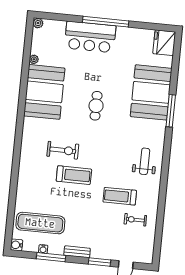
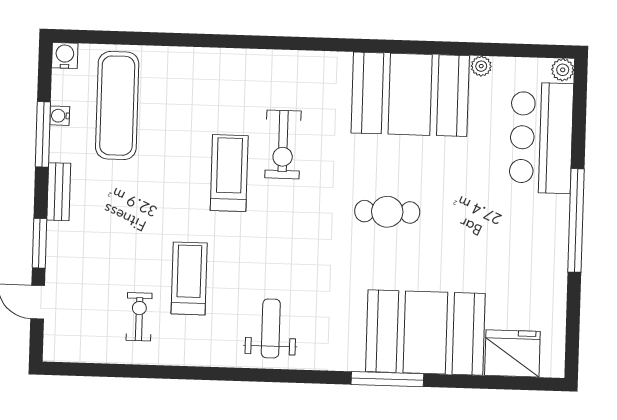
bar counter: (90, 37) -> (541, 138), moved
fridge: (164, 43) -> (512, 353), moved
weight bench: (145, 161) -> (271, 328), turned -90
treadmill: (74, 175) -> (229, 173), turned 180

